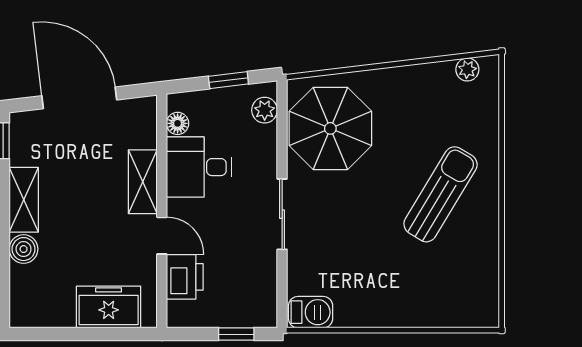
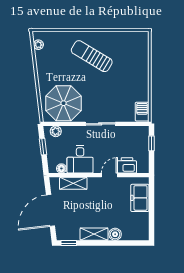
shelving: (143, 182) -> (73, 183), moved

